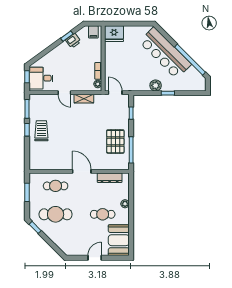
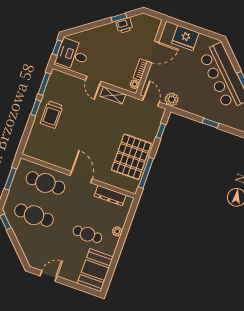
filing cabinet: (93, 32) -> (151, 23), removed
fridge: (114, 34) -> (185, 38), moved
door: (103, 53) -> (153, 52), added
plant: (156, 85) -> (172, 99), moved
trolley: (41, 131) -> (52, 115), turned 180
pallet: (115, 142) -> (131, 157), width x1.37, depth x1.41
cafe table: (56, 186) -> (45, 183), width x1.37, depth x1.35
door: (95, 258) -> (48, 276), moved

